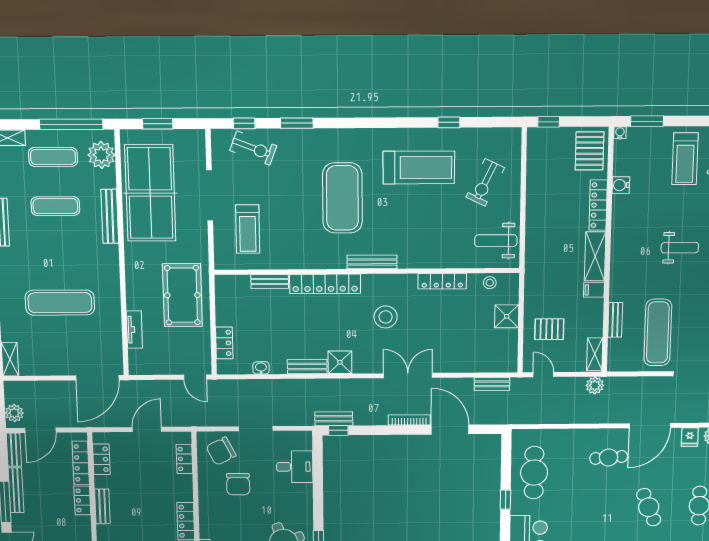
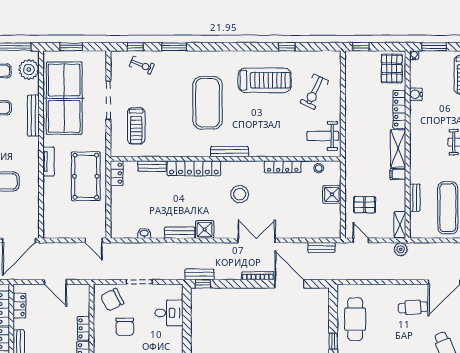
exercise bike: (253, 148) -> (142, 65), width x0.73, depth x0.72
tv unit: (134, 330) -> (49, 161), moved
locker: (224, 343) -> (117, 173), moved
door: (147, 429) -> (55, 282), swing flipped
locker: (184, 459) -> (84, 328), moved

